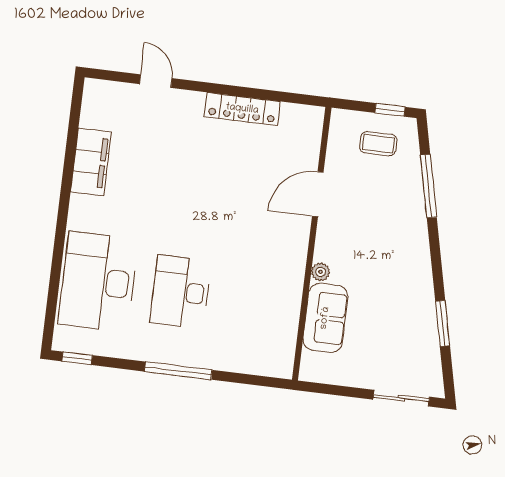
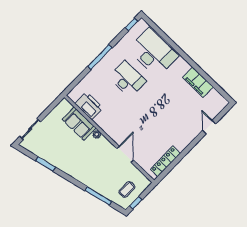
door: (156, 81) -> (209, 127), swing flipped
locker: (242, 109) -> (165, 161), moved
printer: (280, 324) -> (89, 106), added

